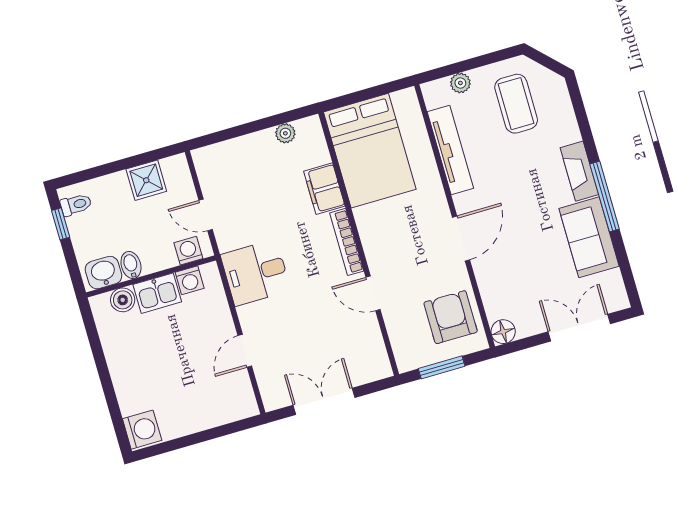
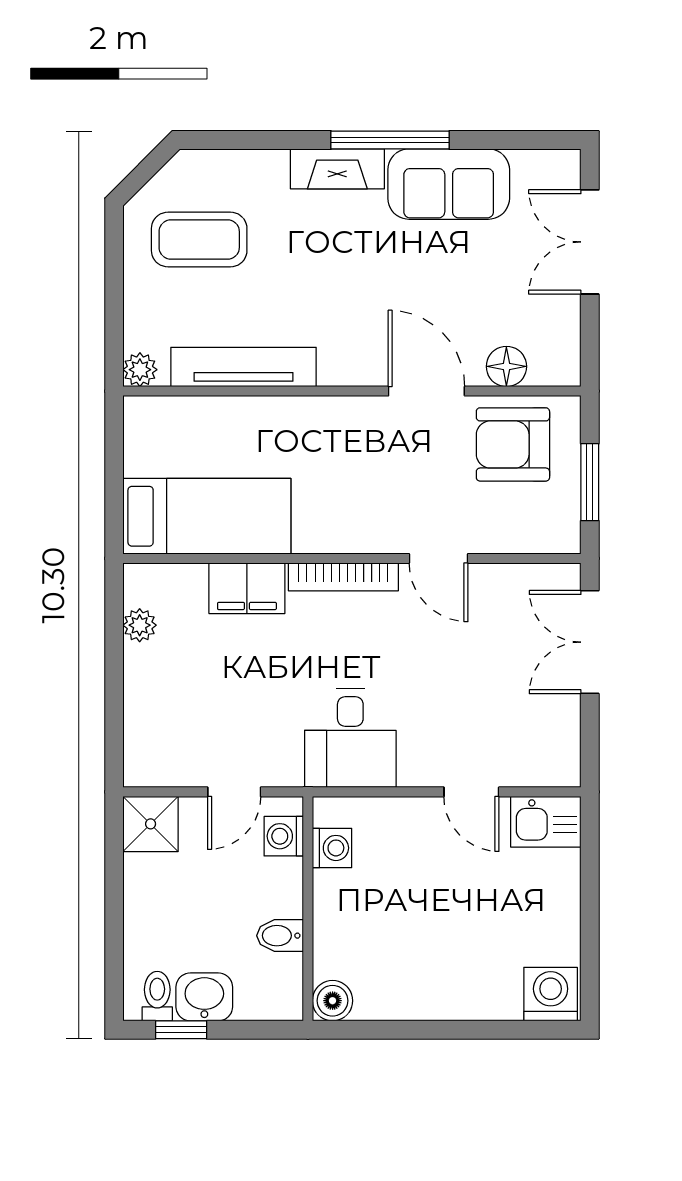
plant: (460, 83) -> (140, 370), moved
bed: (370, 151) -> (207, 516), width x0.67
shower: (146, 180) -> (151, 824), moved
door: (461, 238) -> (426, 391), moved
washbasin: (103, 273) -> (204, 997), moved, turned 90
kitchen sink: (157, 293) -> (546, 822), moved, turned 90
door: (373, 293) -> (438, 558), hinge flipped
boiler: (123, 300) -> (333, 1001), moved
floor lamp: (503, 332) -> (506, 366), moved
double door: (324, 401) -> (590, 642), moved

